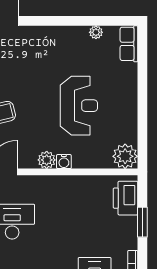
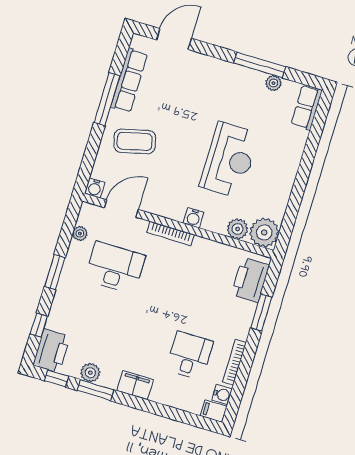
window: (80, 21) -> (260, 65), added
plant: (47, 160) -> (238, 229), moved
bookcase: (49, 180) -> (171, 234), added

